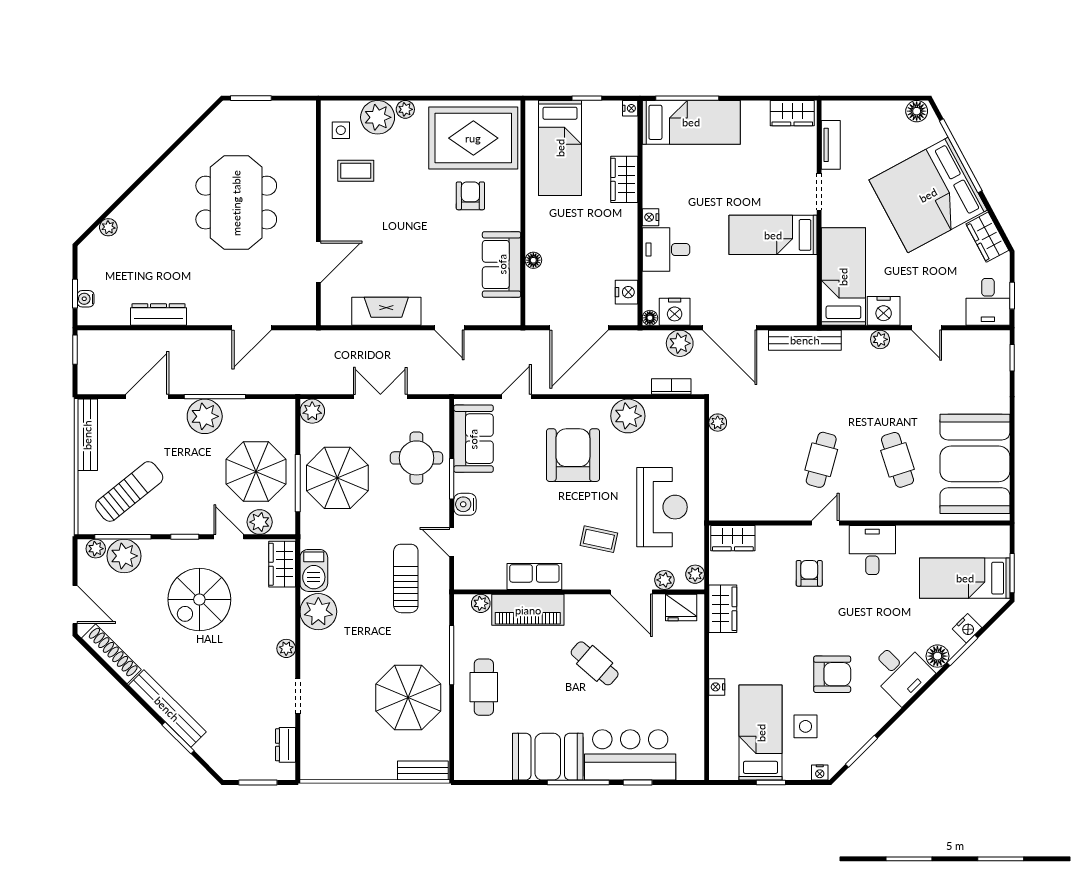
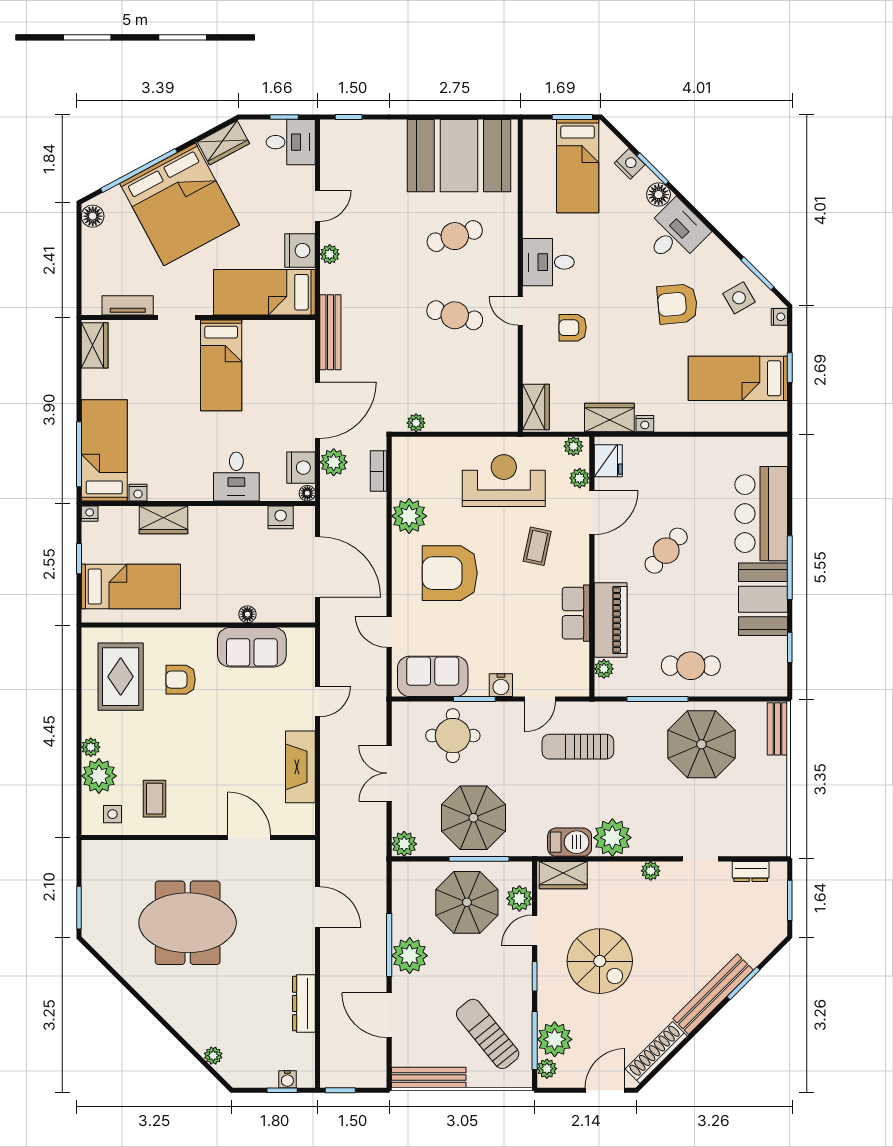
rug: (473, 138) -> (121, 677), width x0.73, depth x0.69
nightstand: (650, 217) -> (138, 493), moved
armchair: (832, 674) -> (677, 304), turned -95
nightstand: (717, 687) -> (645, 424), moved
side table: (805, 726) -> (739, 298), moved, turned -30
window: (638, 783) -> (790, 647), moved

